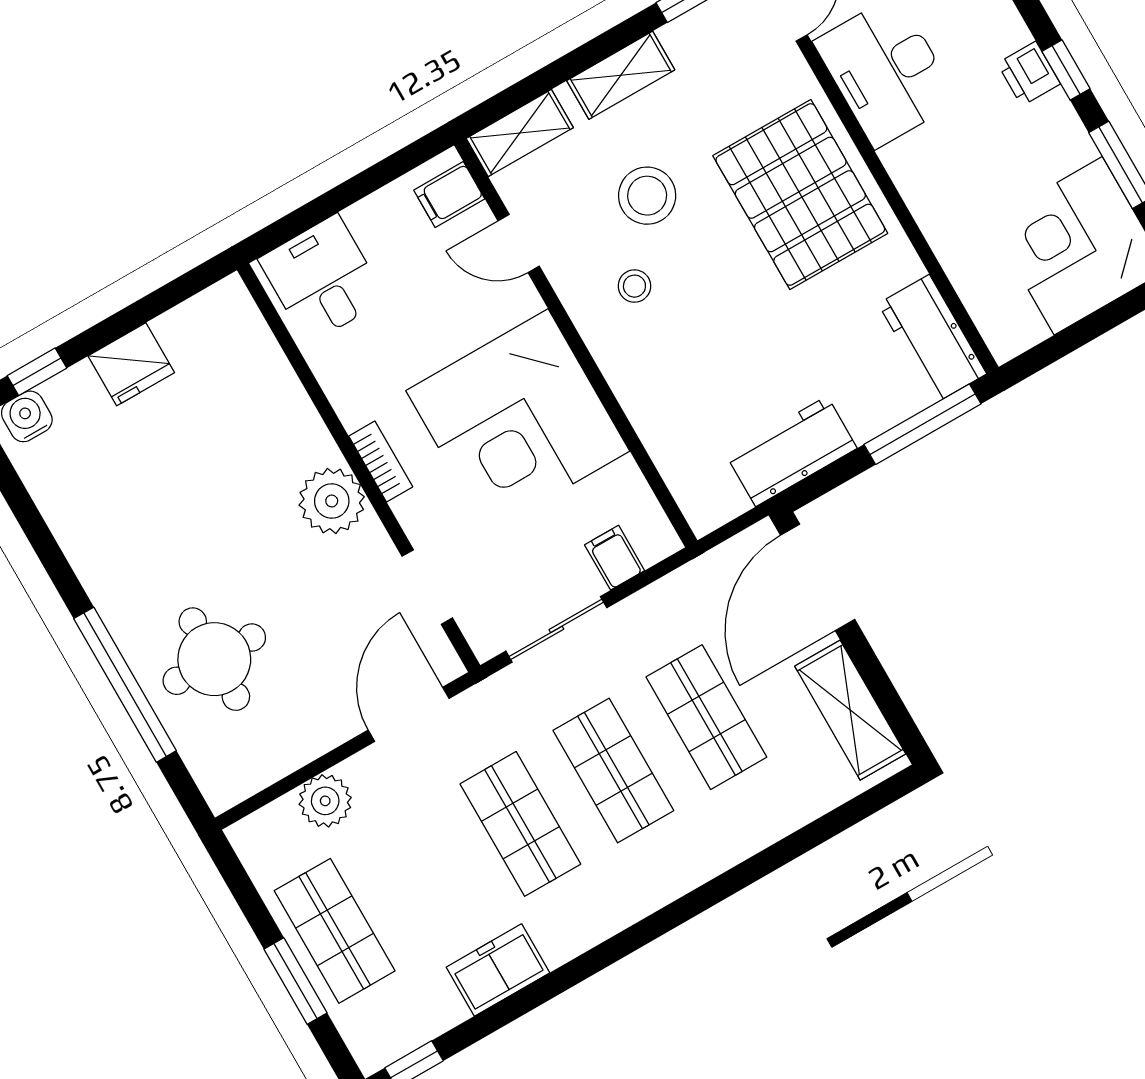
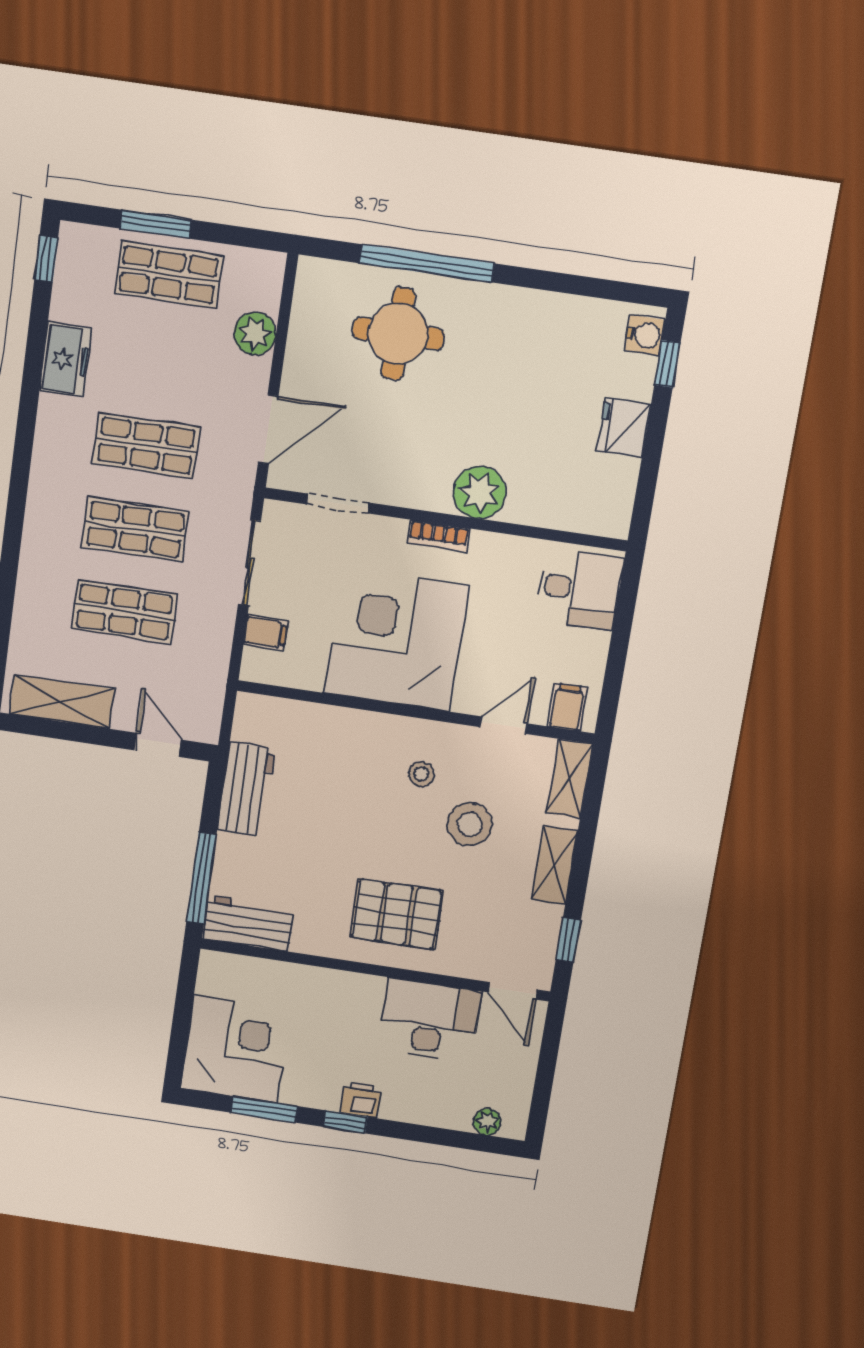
pallet: (800, 194) -> (397, 914), width x0.73, depth x0.71
plant: (332, 501) -> (480, 492), moved
door: (818, 577) -> (158, 745), width x0.53
door: (409, 714) -> (268, 429), hinge flipped

